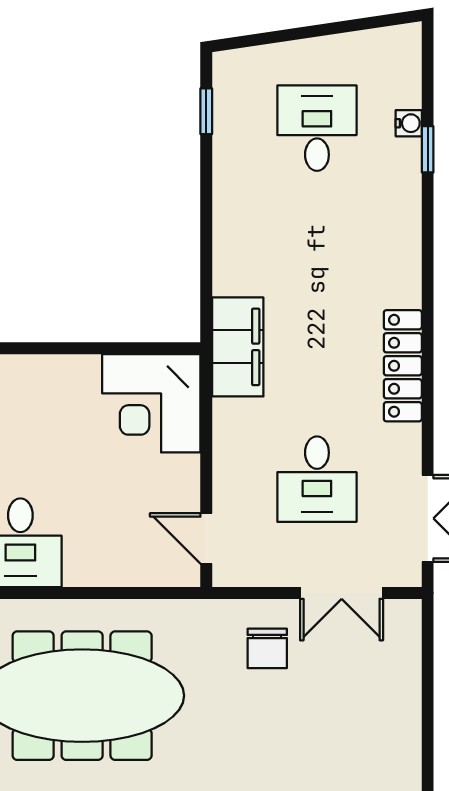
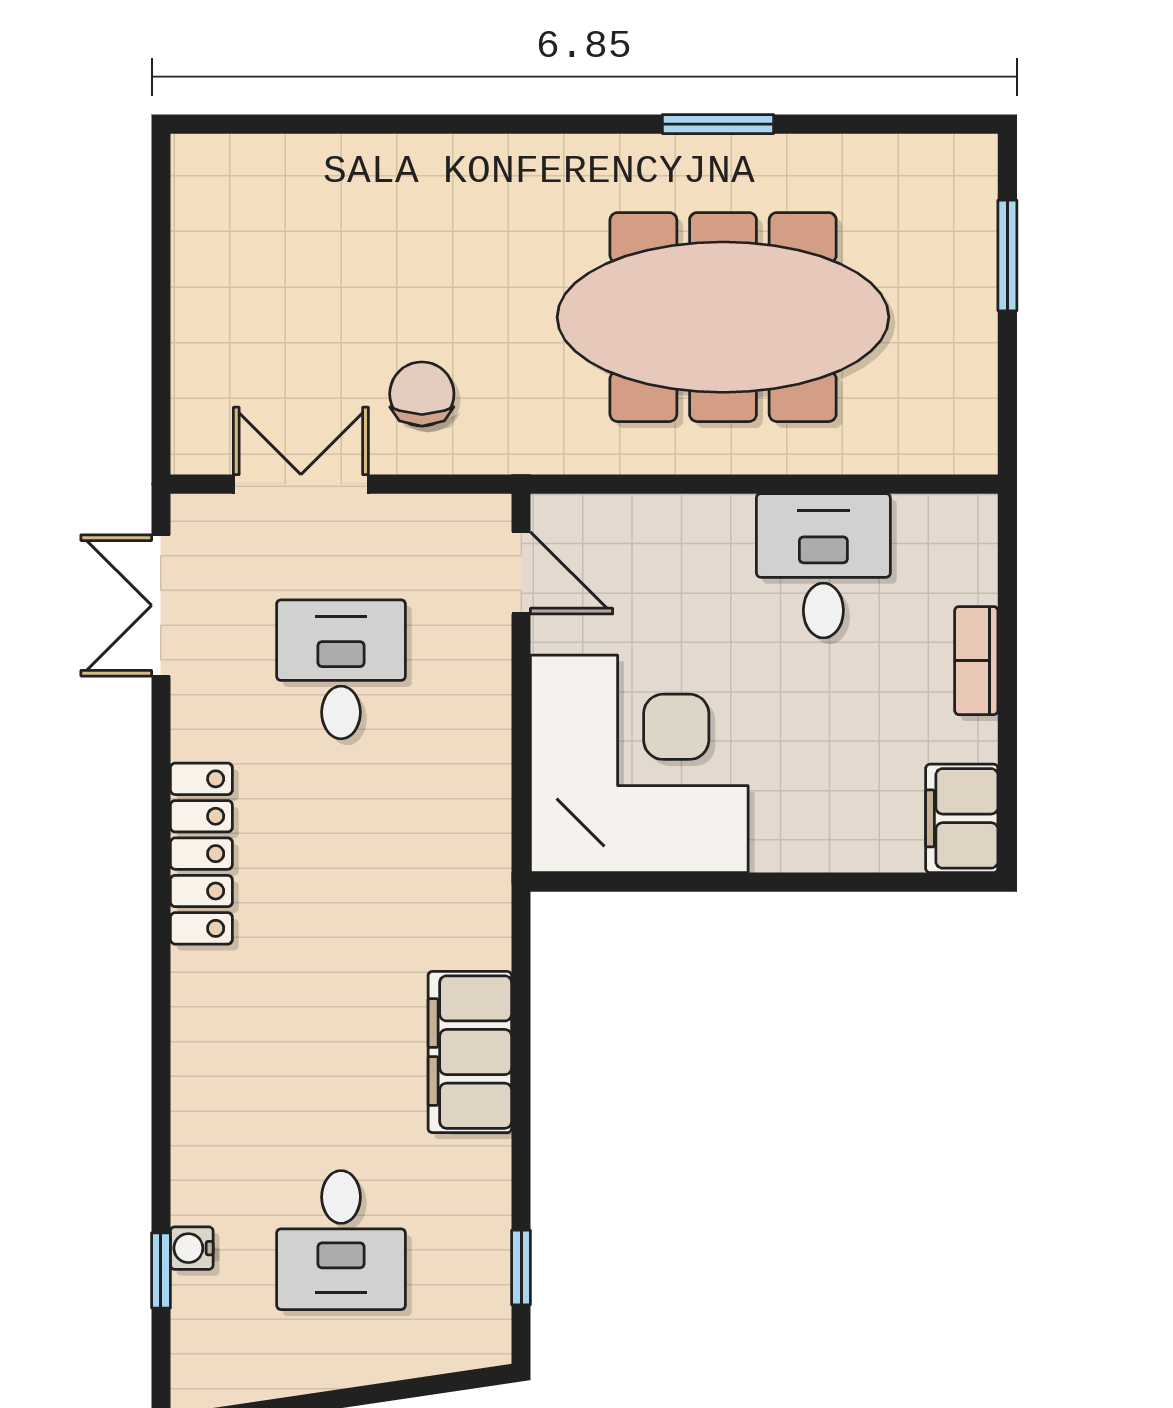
window: (428, 149) -> (161, 1270), moved
filing cabinet: (238, 347) -> (470, 1052), moved
corner desk: (151, 403) -> (639, 764), width x1.36, depth x1.36

